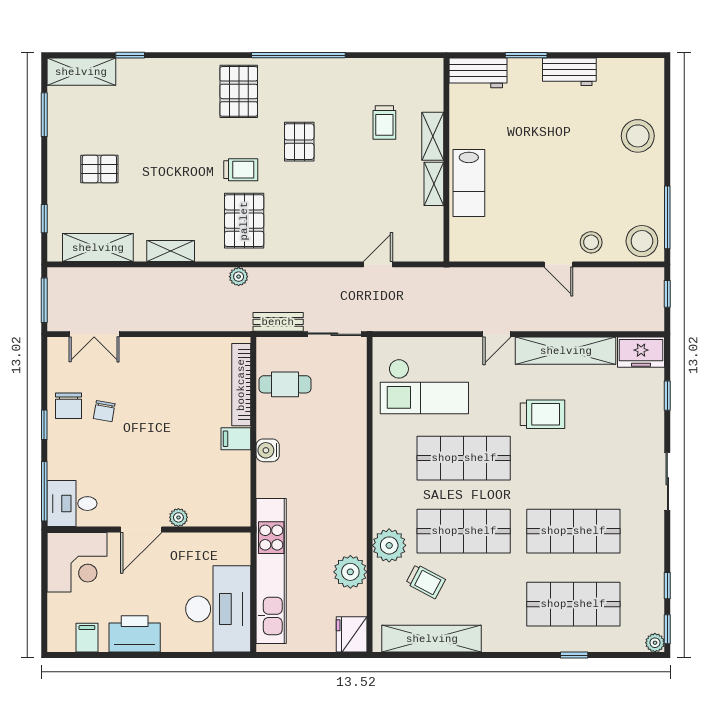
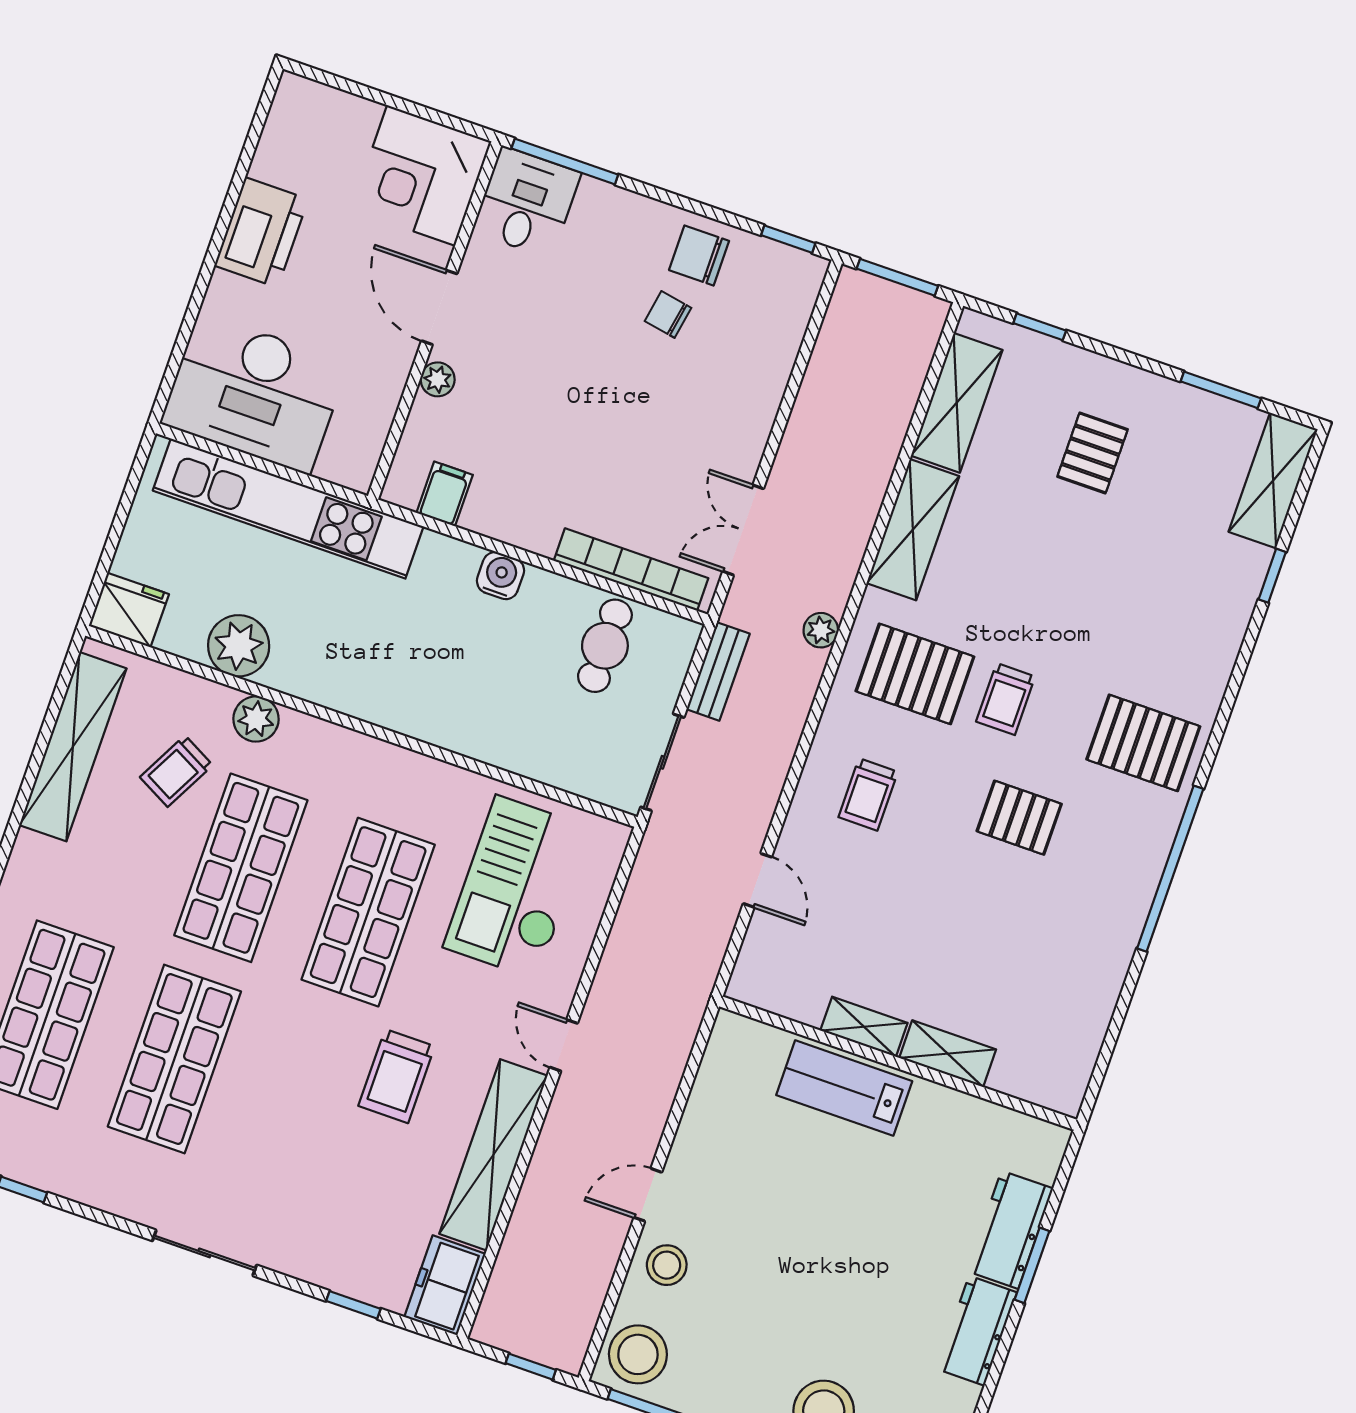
workbench: (478, 73) -> (1010, 1230), moved
trolley: (384, 123) -> (868, 794), moved, turned -90
shelving: (171, 251) -> (913, 530), width x1.50, depth x1.33
double door: (94, 334) -> (743, 530), moved
window: (44, 425) -> (788, 239), moved
filing cabinet: (236, 439) -> (445, 494), moved
plant: (389, 545) -> (256, 719), width x0.73, depth x0.73
filing cabinet: (87, 638) -> (284, 147), removed

